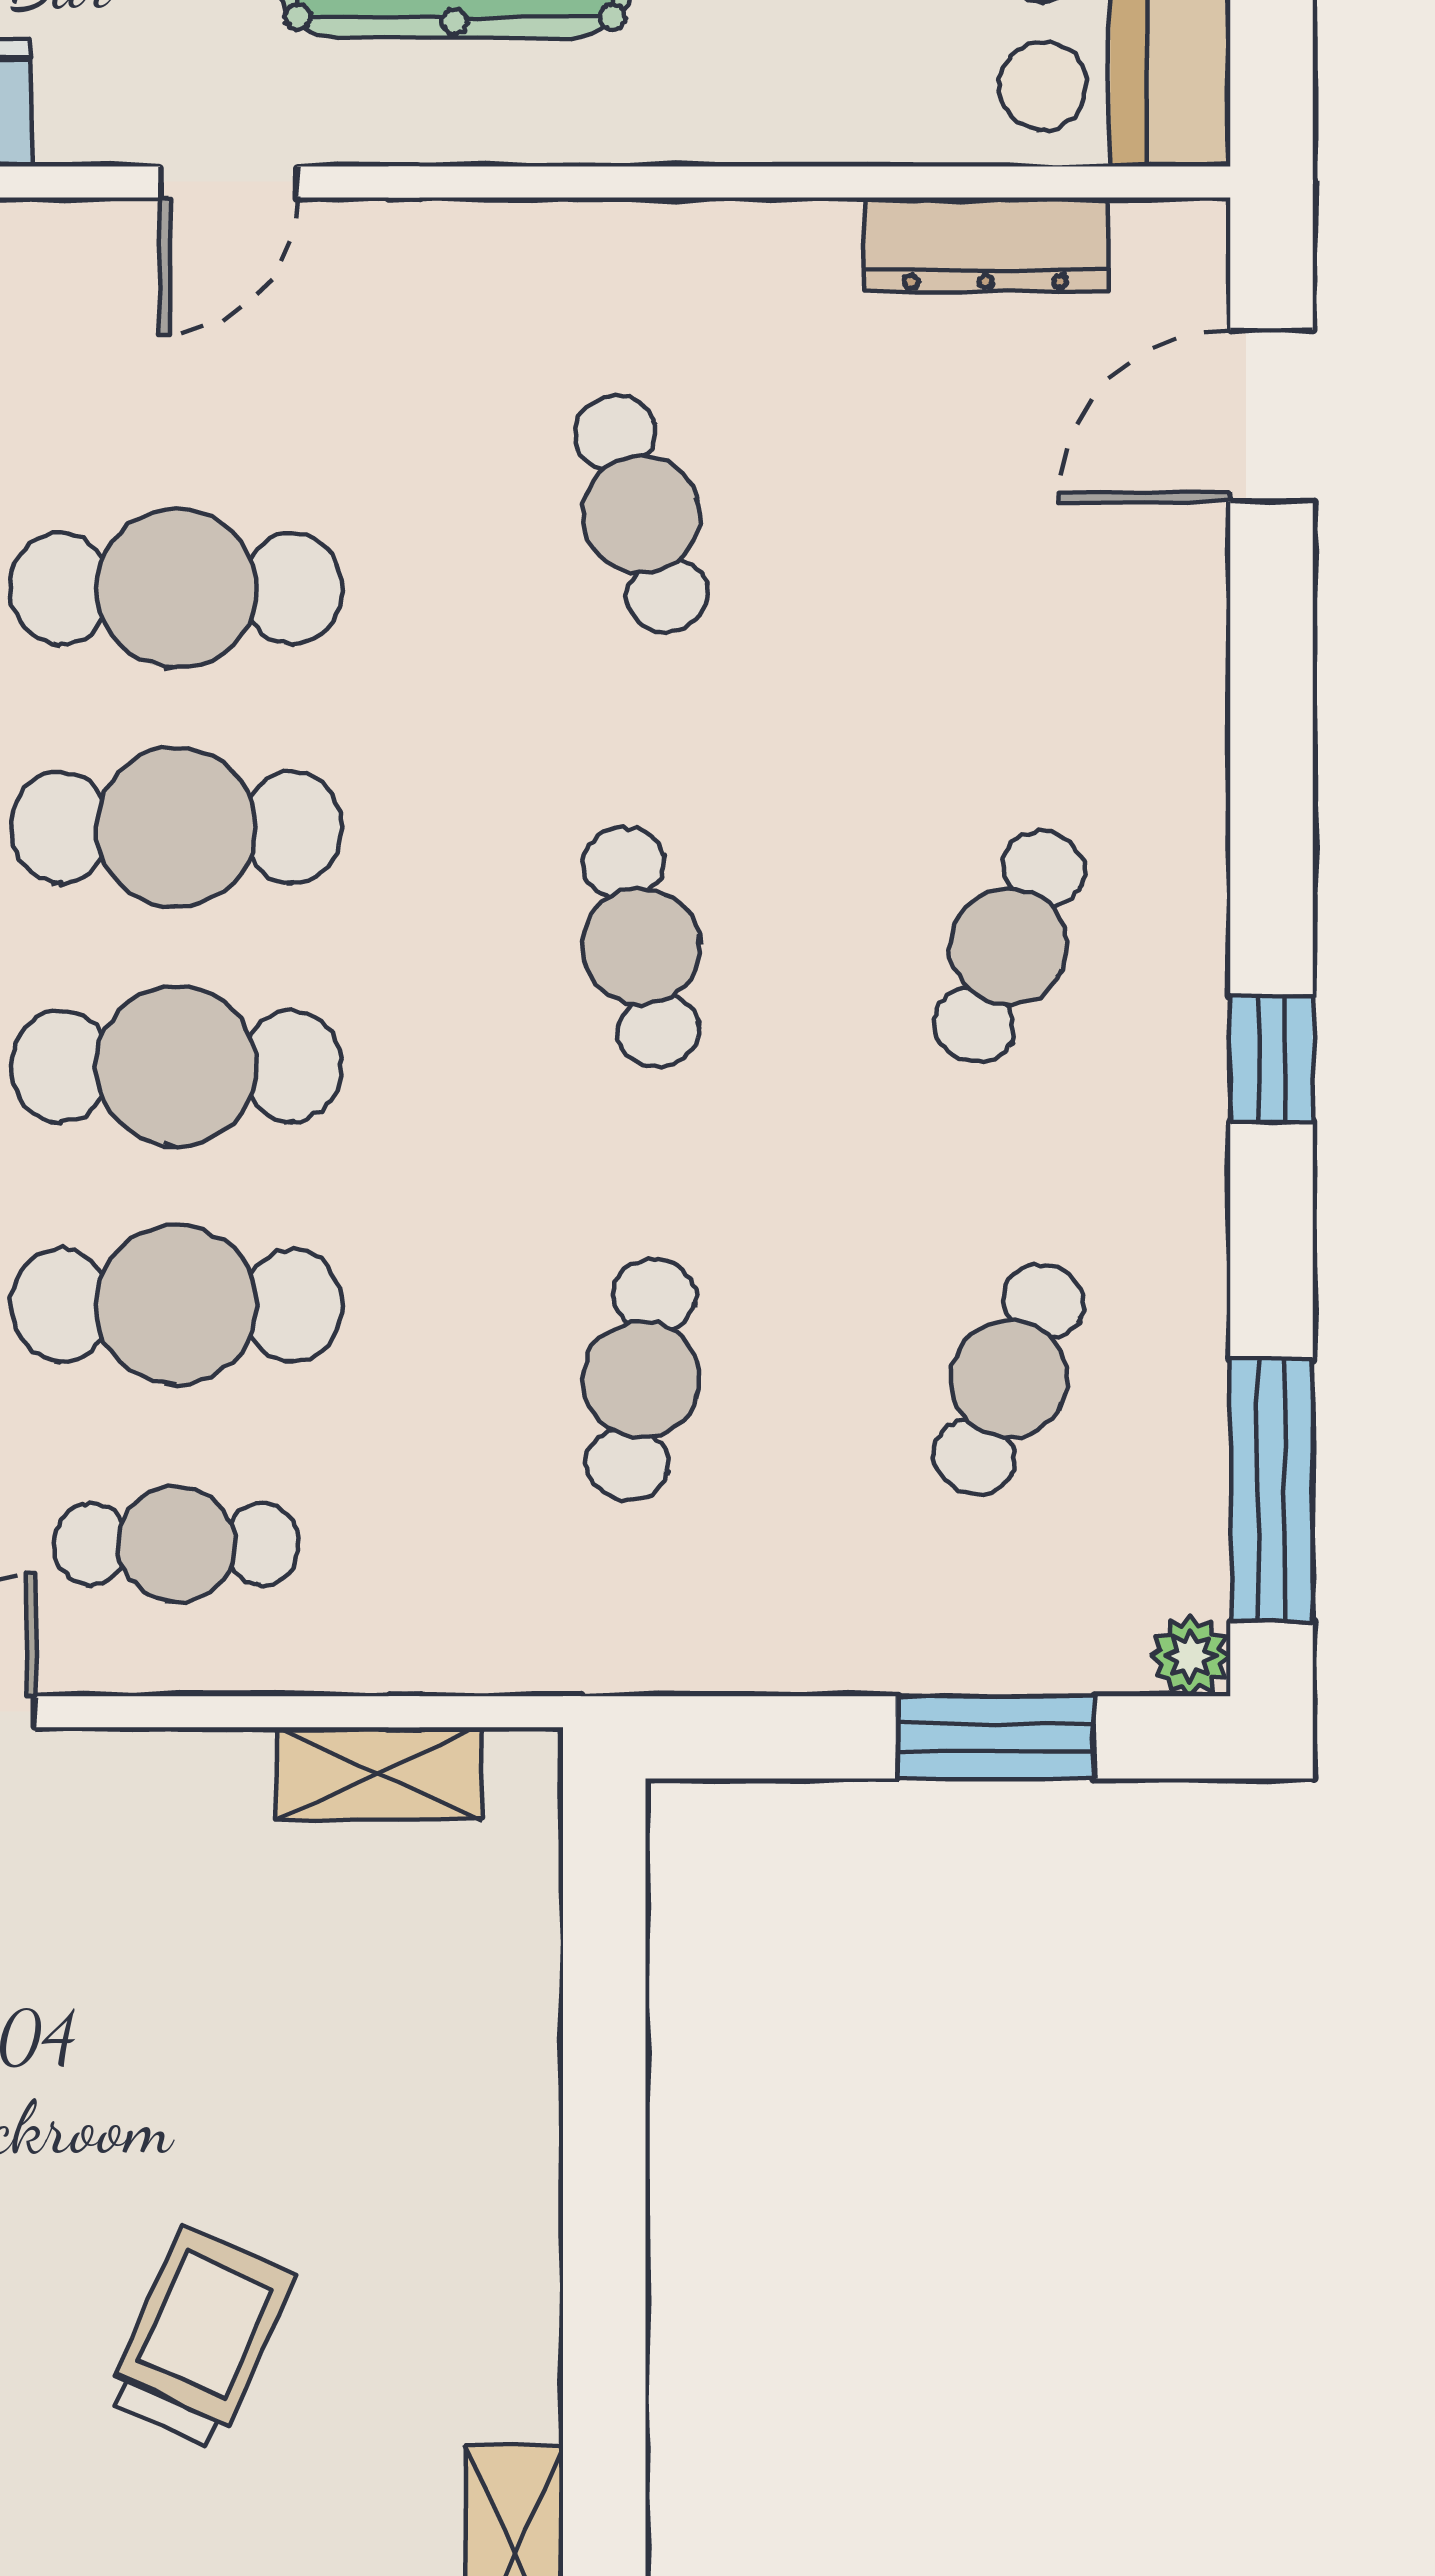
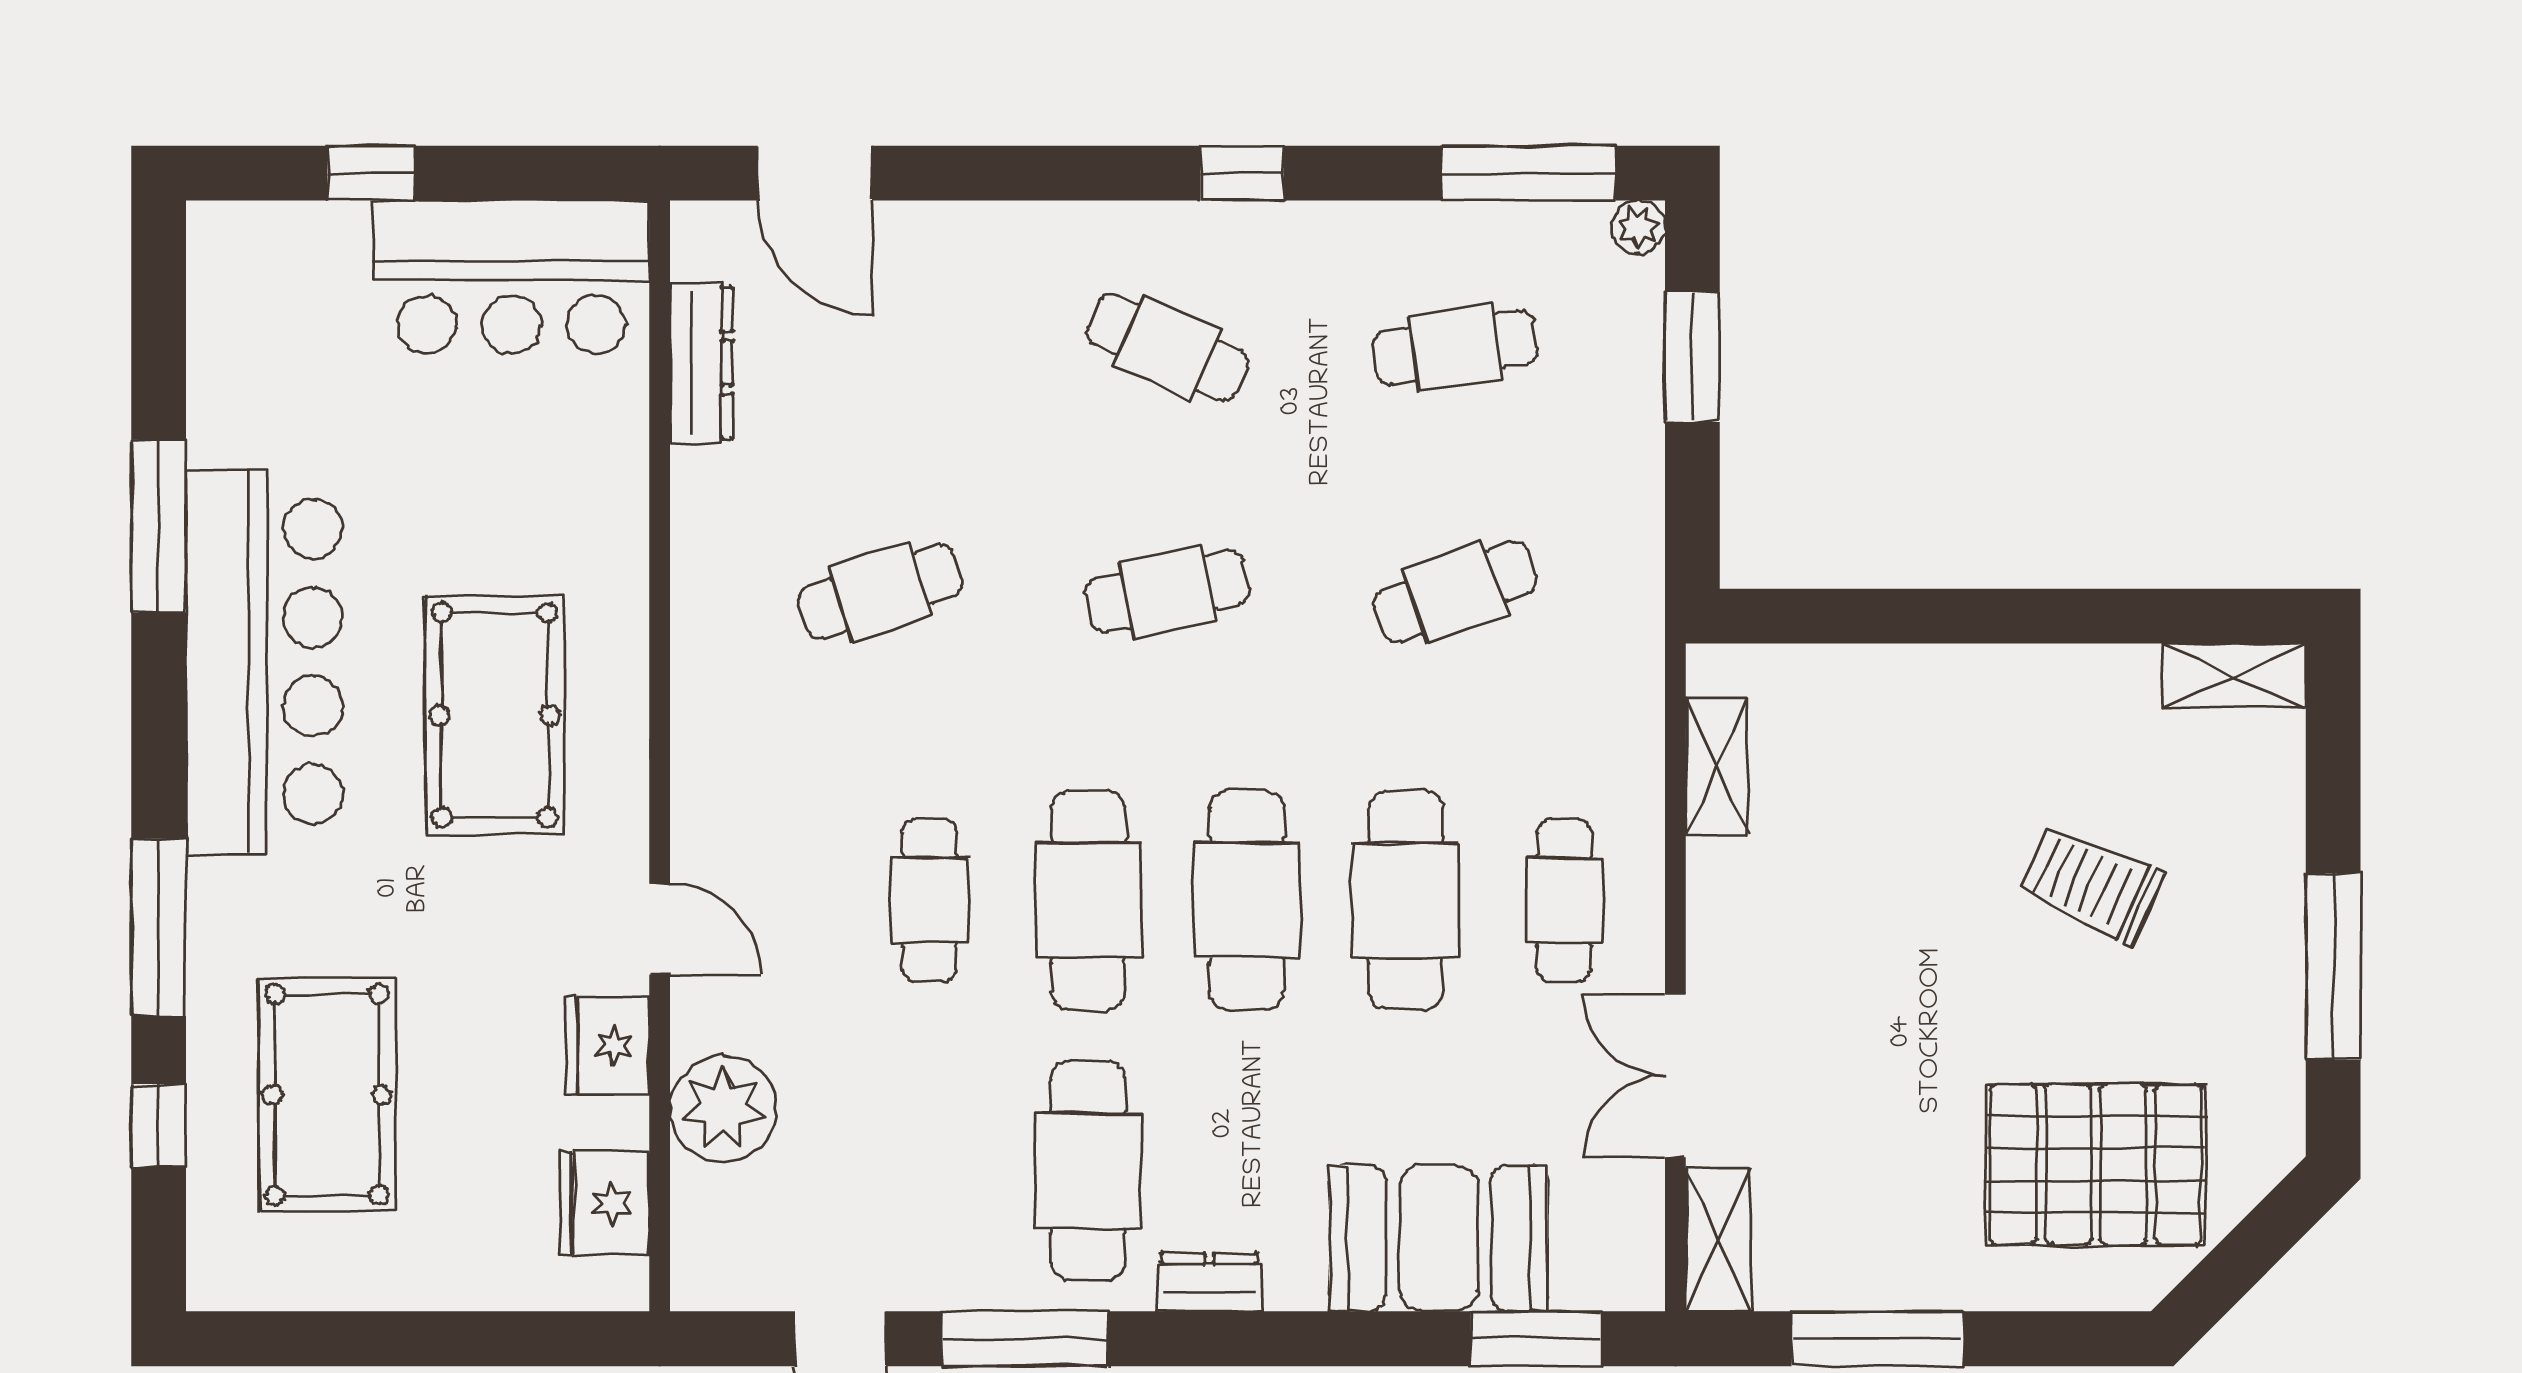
door: (229, 182) -> (660, 929), moved
cafe table: (176, 588) -> (930, 900), width x0.73, depth x0.74
cafe table: (641, 1380) -> (1455, 592), turned -30
cafe table: (1009, 1380) -> (1455, 347), turned -33

